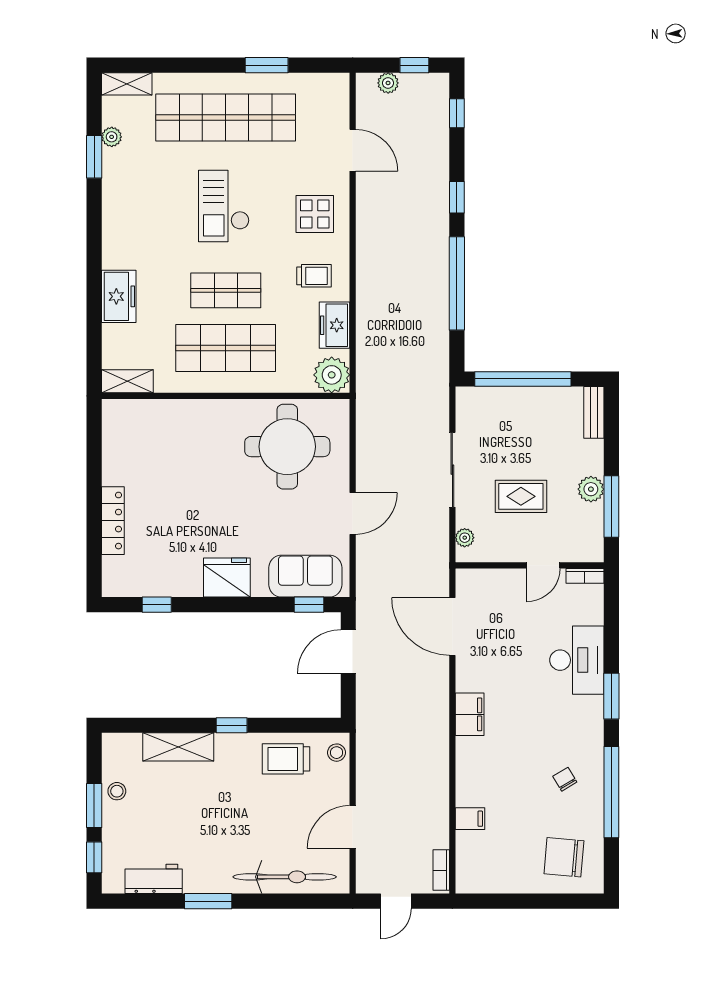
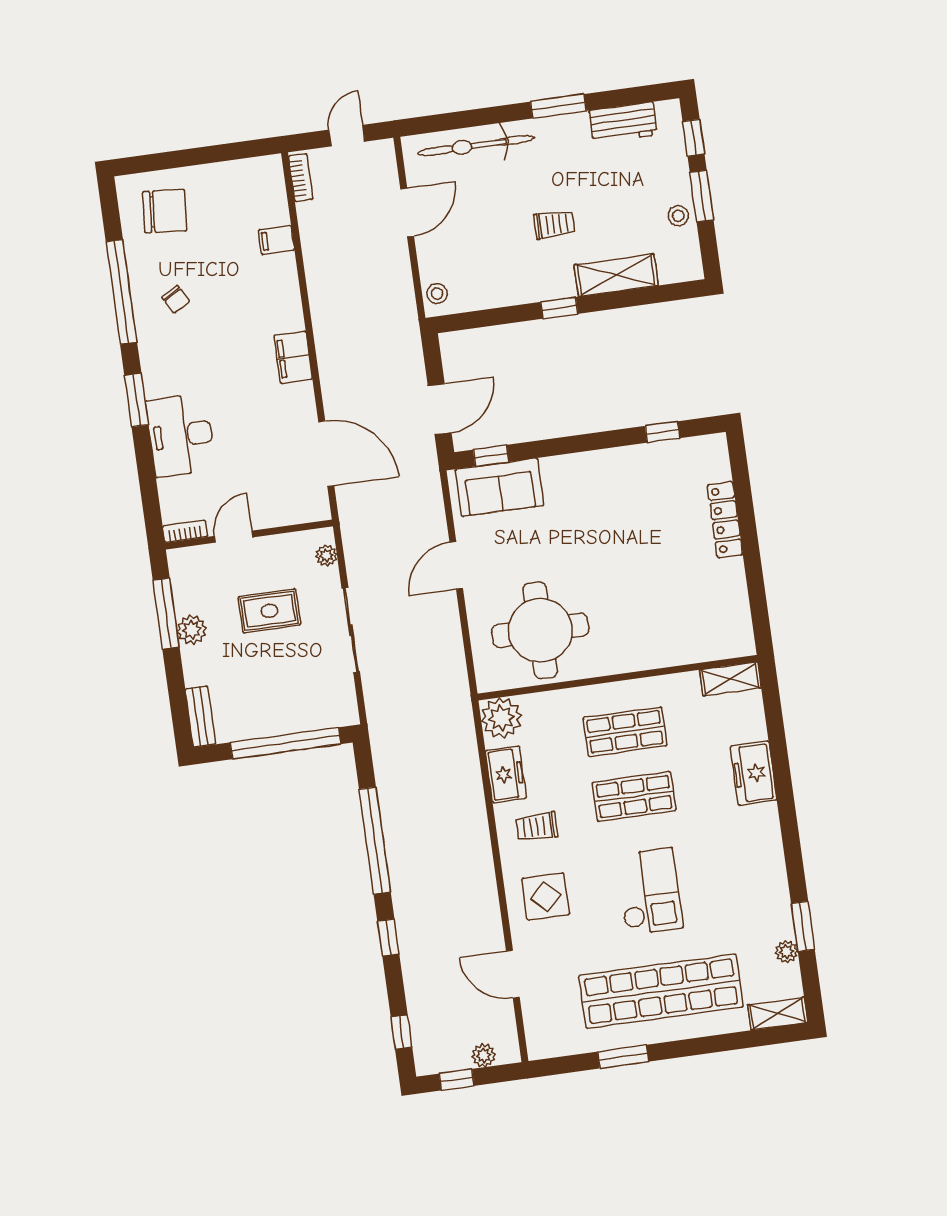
shop shelf: (226, 348) -> (625, 732), width x0.70, depth x0.74
fridge: (227, 577) -> (588, 474), removed
trolley: (286, 759) -> (554, 224), moved, width x0.73, depth x0.72

